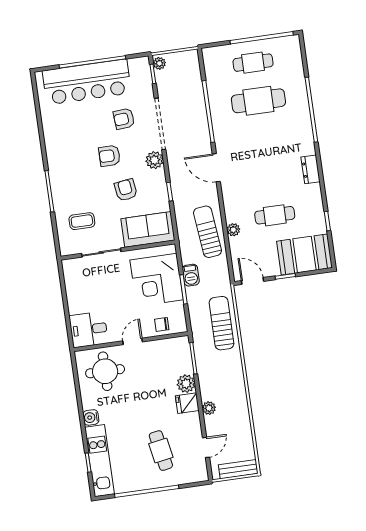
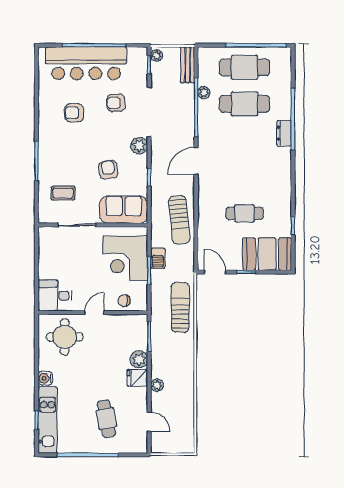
cafe table: (253, 63) -> (245, 67), width x1.37, depth x1.35
armchair: (109, 156) -> (74, 113), moved
door: (216, 168) -> (196, 161), hinge flipped
dresser: (311, 169) -> (284, 133), moved
plant: (233, 230) -> (204, 93), moved
sun lounger: (208, 232) -> (179, 220), turned 180
door: (206, 447) -> (149, 422), hinge flipped
bench: (238, 469) -> (188, 65), moved, turned 90

